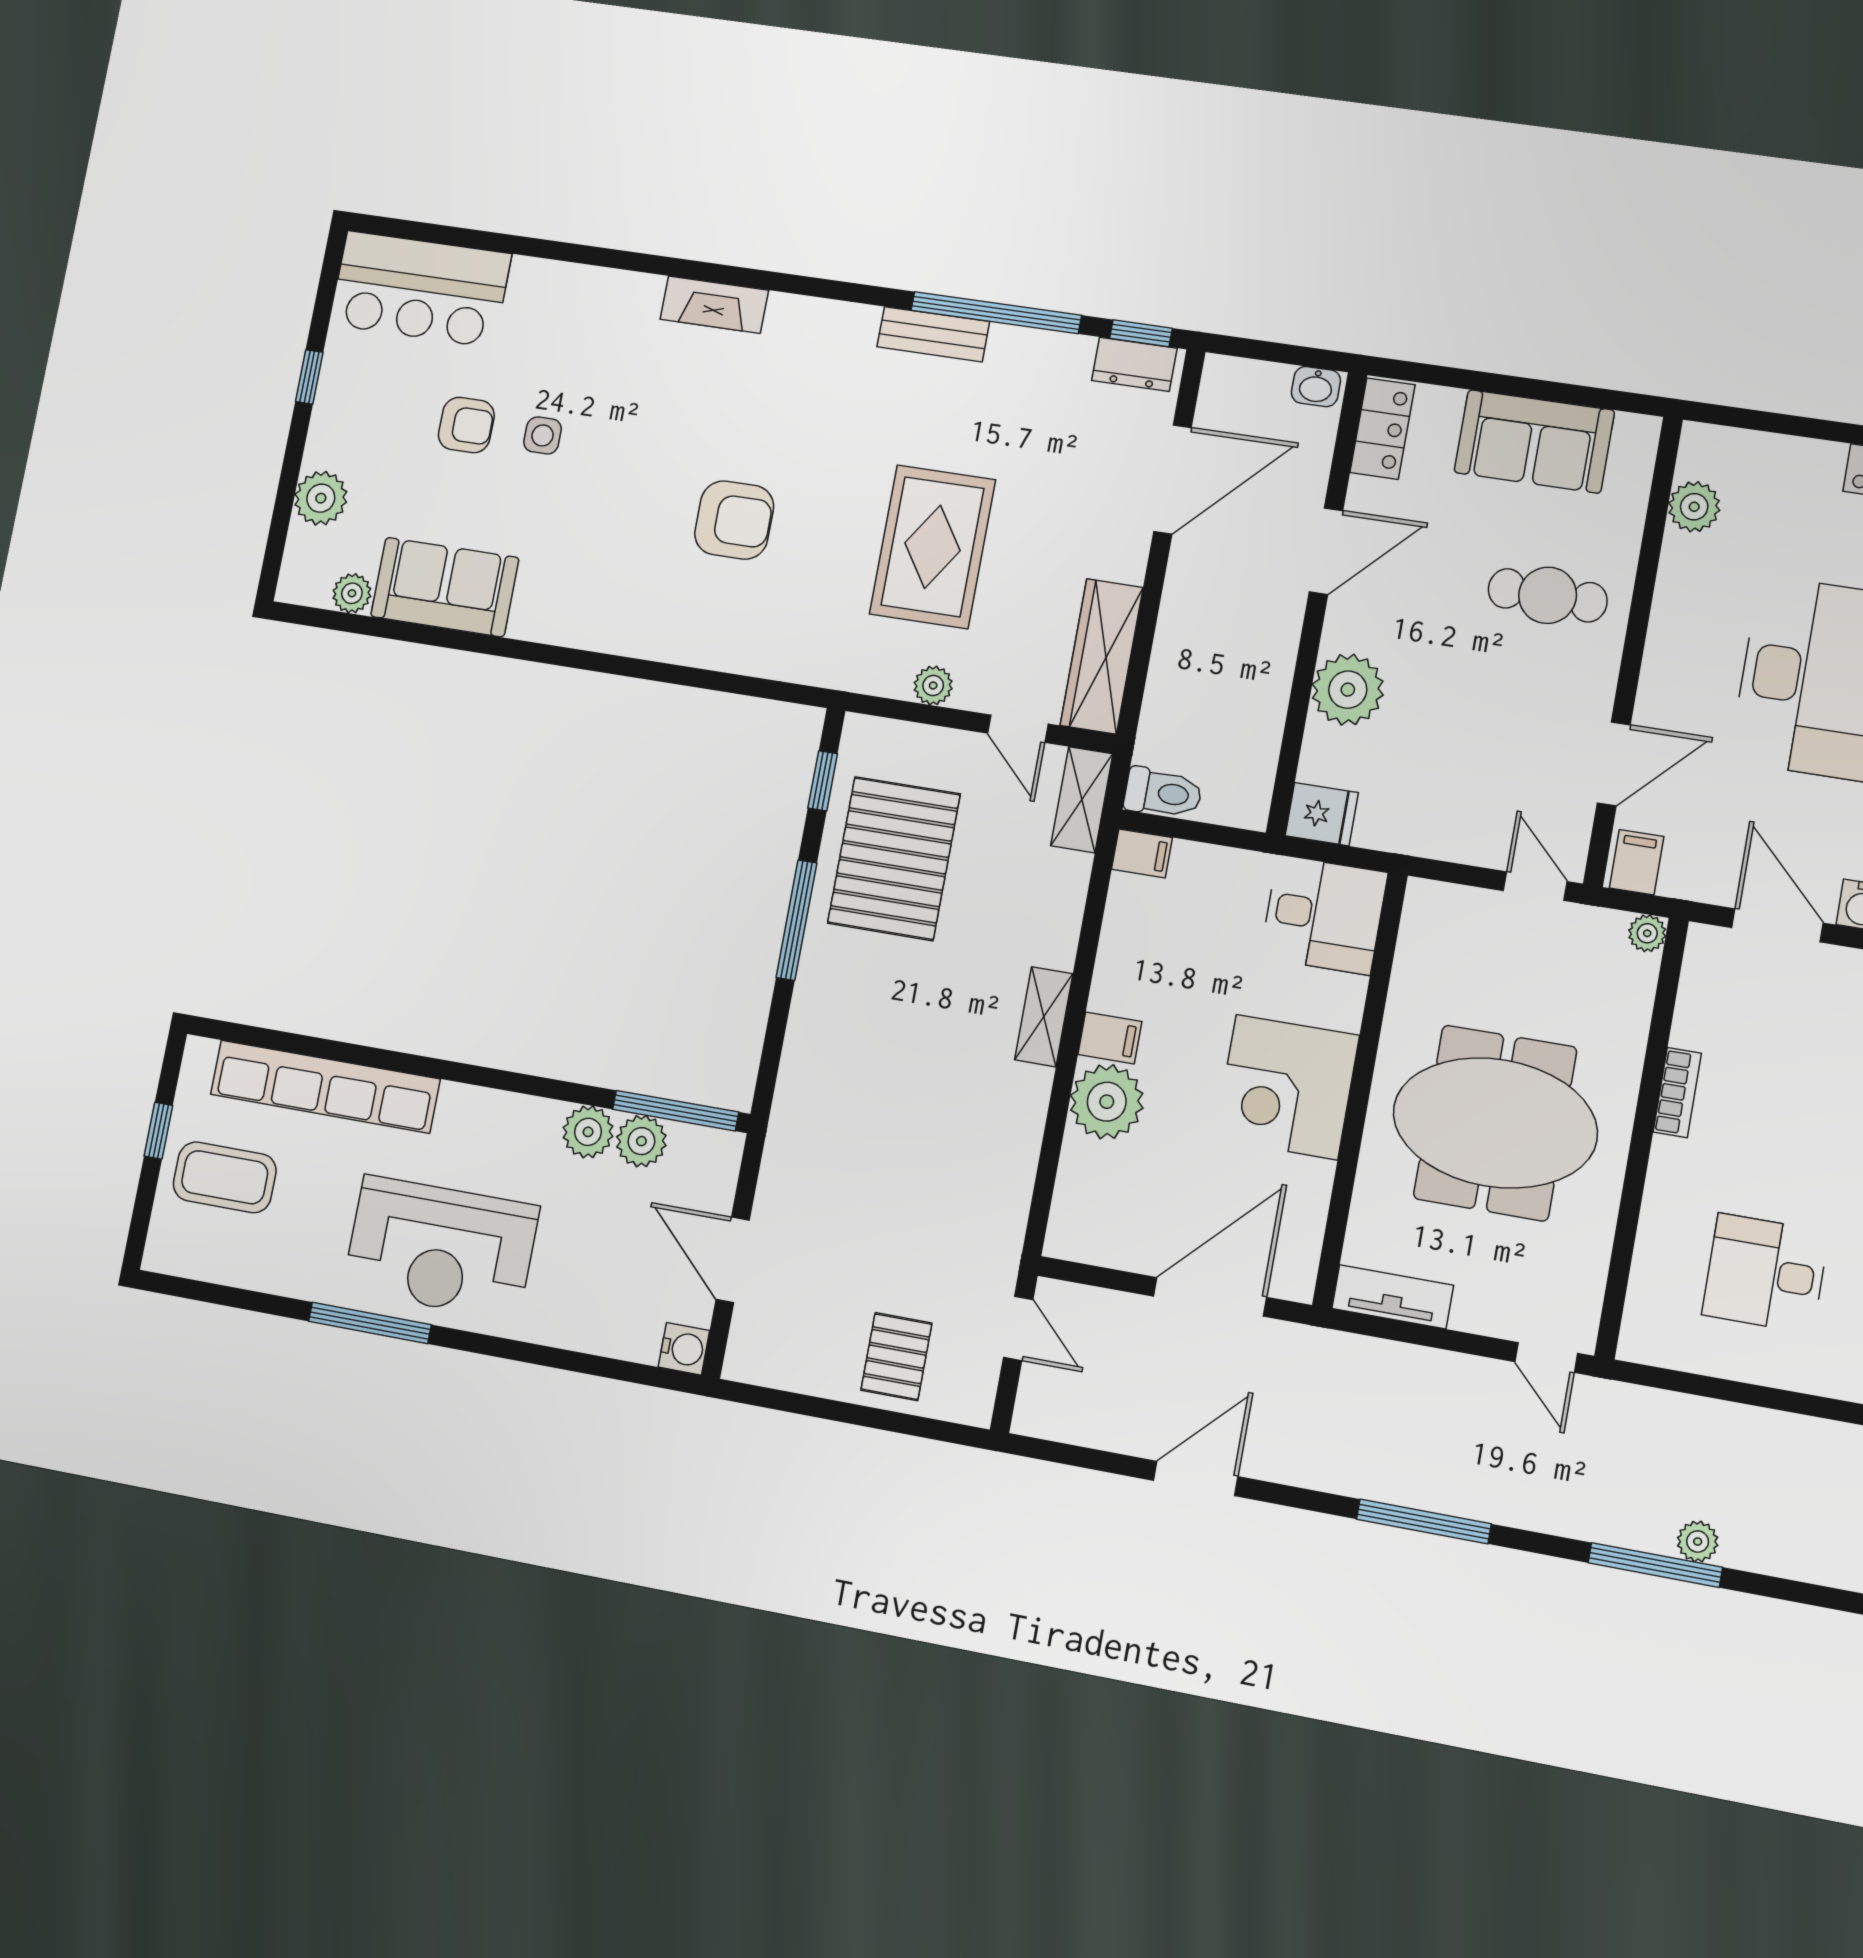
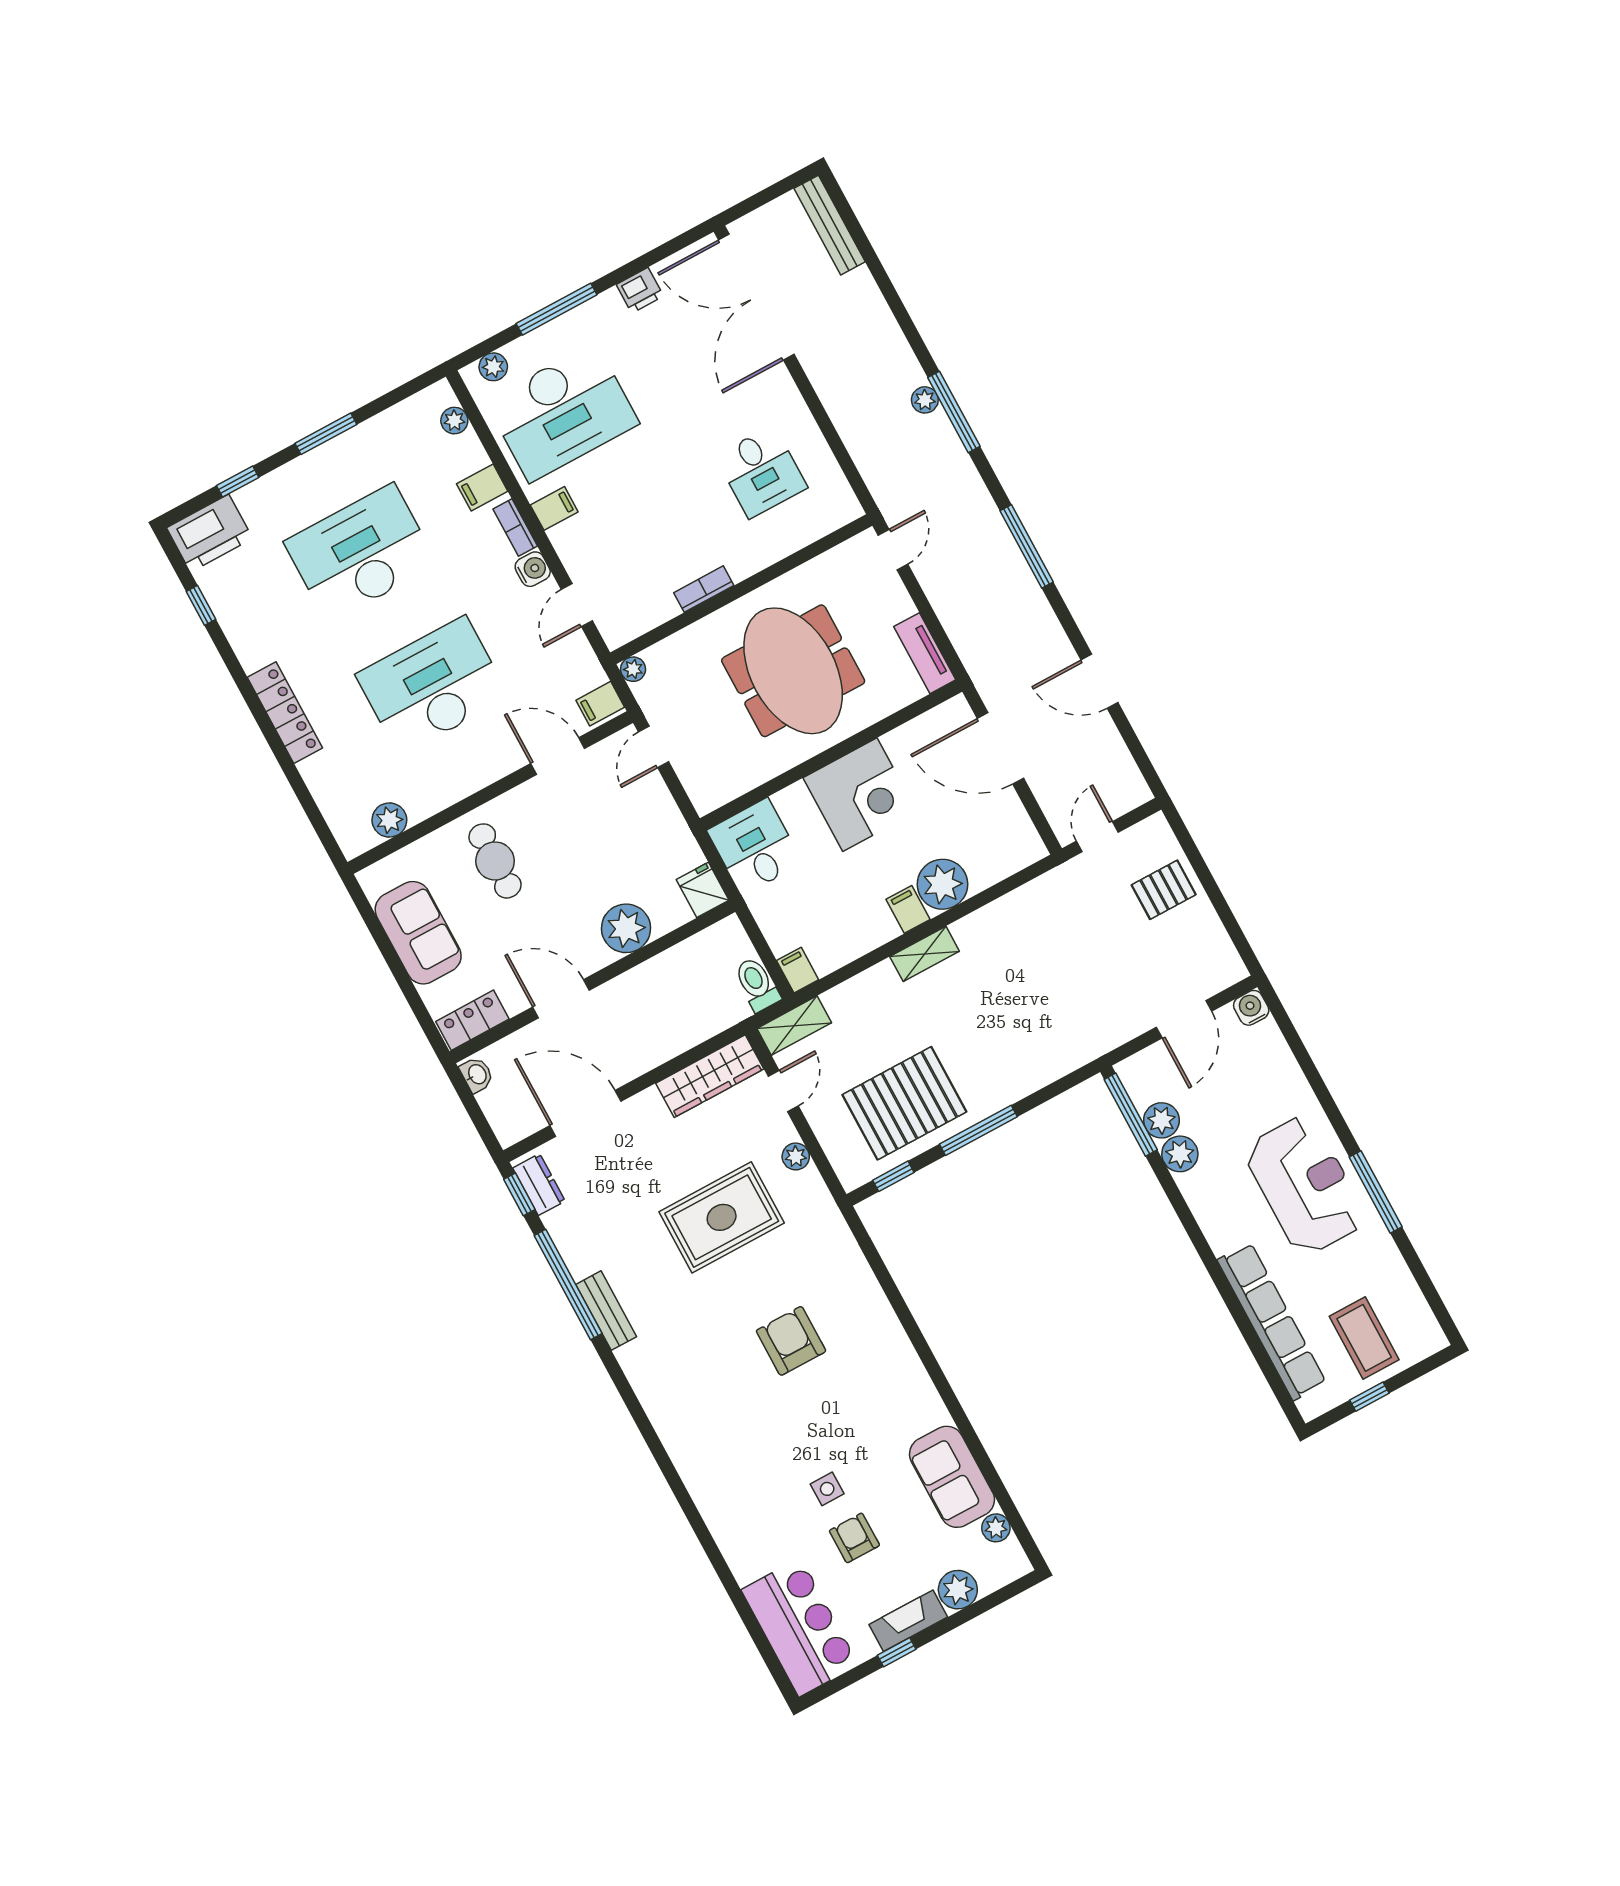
fireplace: (714, 305) -> (908, 1621), moved, turned -90
door: (1777, 925) -> (577, 605), width x0.73

